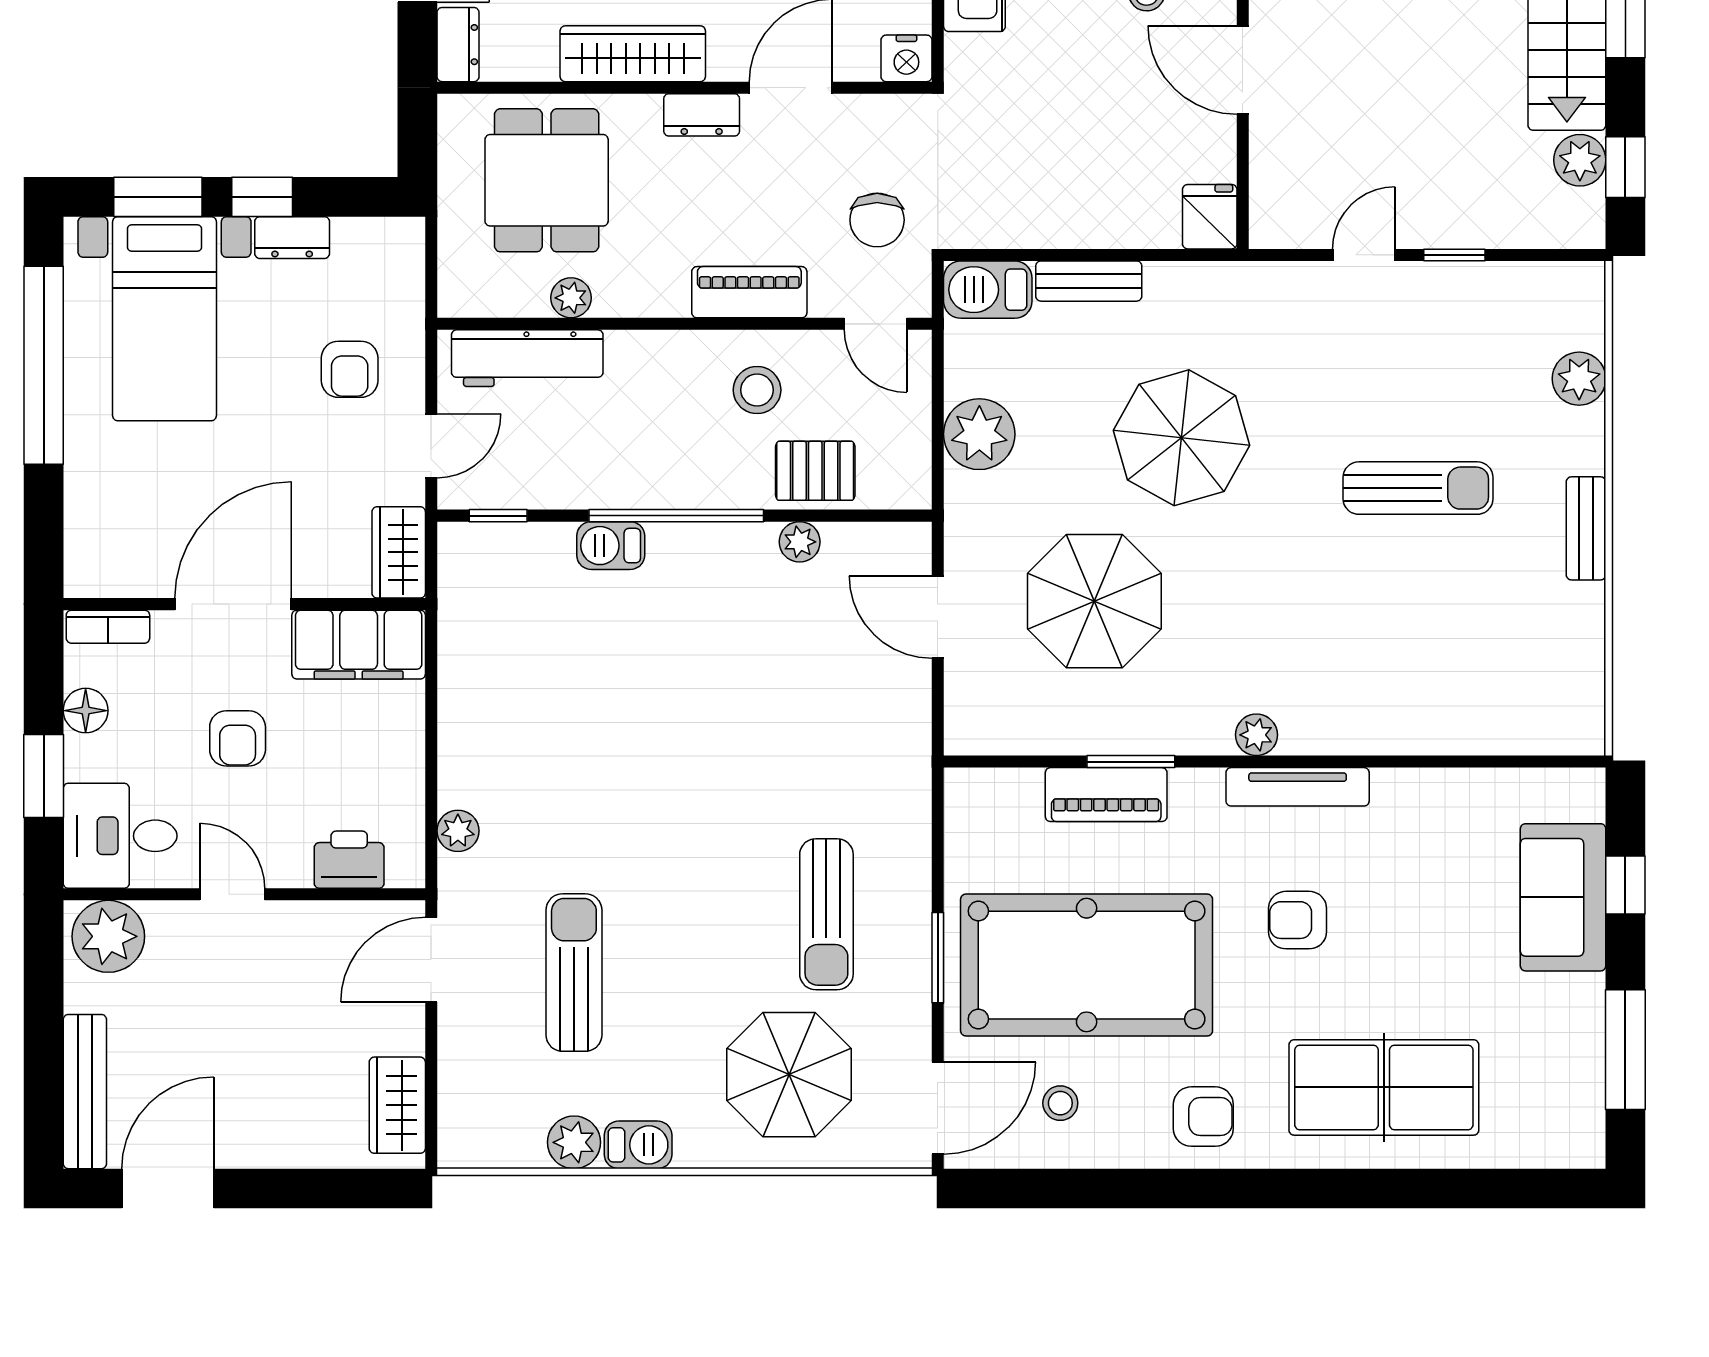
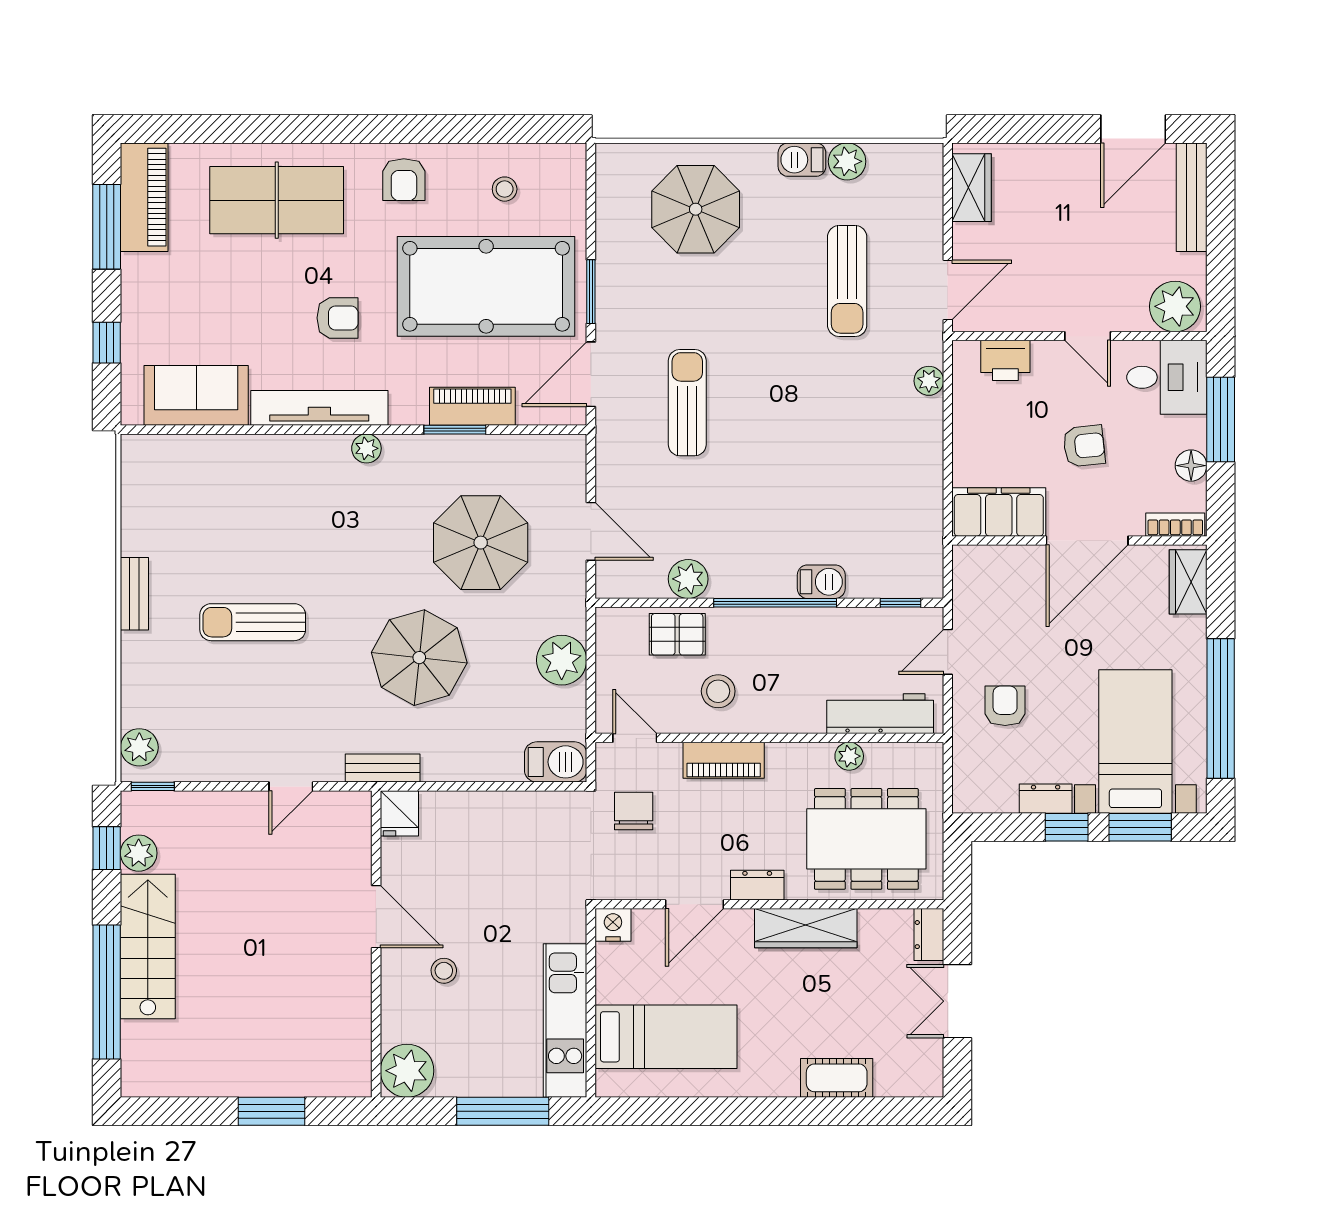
dining table: (547, 180) -> (866, 839), width x1.37
window: (1454, 255) -> (153, 786), moved
bench: (1089, 281) -> (383, 768), moved
plant: (1579, 379) -> (139, 747), moved
plant: (800, 542) -> (688, 579), width x1.38, depth x1.38
wardrobe: (399, 552) -> (1188, 582), moved, turned 180
armchair: (238, 738) -> (1084, 446), turned 84
window: (44, 776) -> (1221, 419), width x1.44
tv unit: (1298, 787) -> (319, 408), width x1.36, depth x1.29
sofa: (1563, 897) -> (196, 395), moved, turned -90
sun lounger: (826, 914) -> (687, 403), moved
piano: (1572, 1092) -> (144, 197), added
door: (938, 1108) -> (591, 374), moved
armchair: (1203, 1117) -> (404, 180), turned -90

